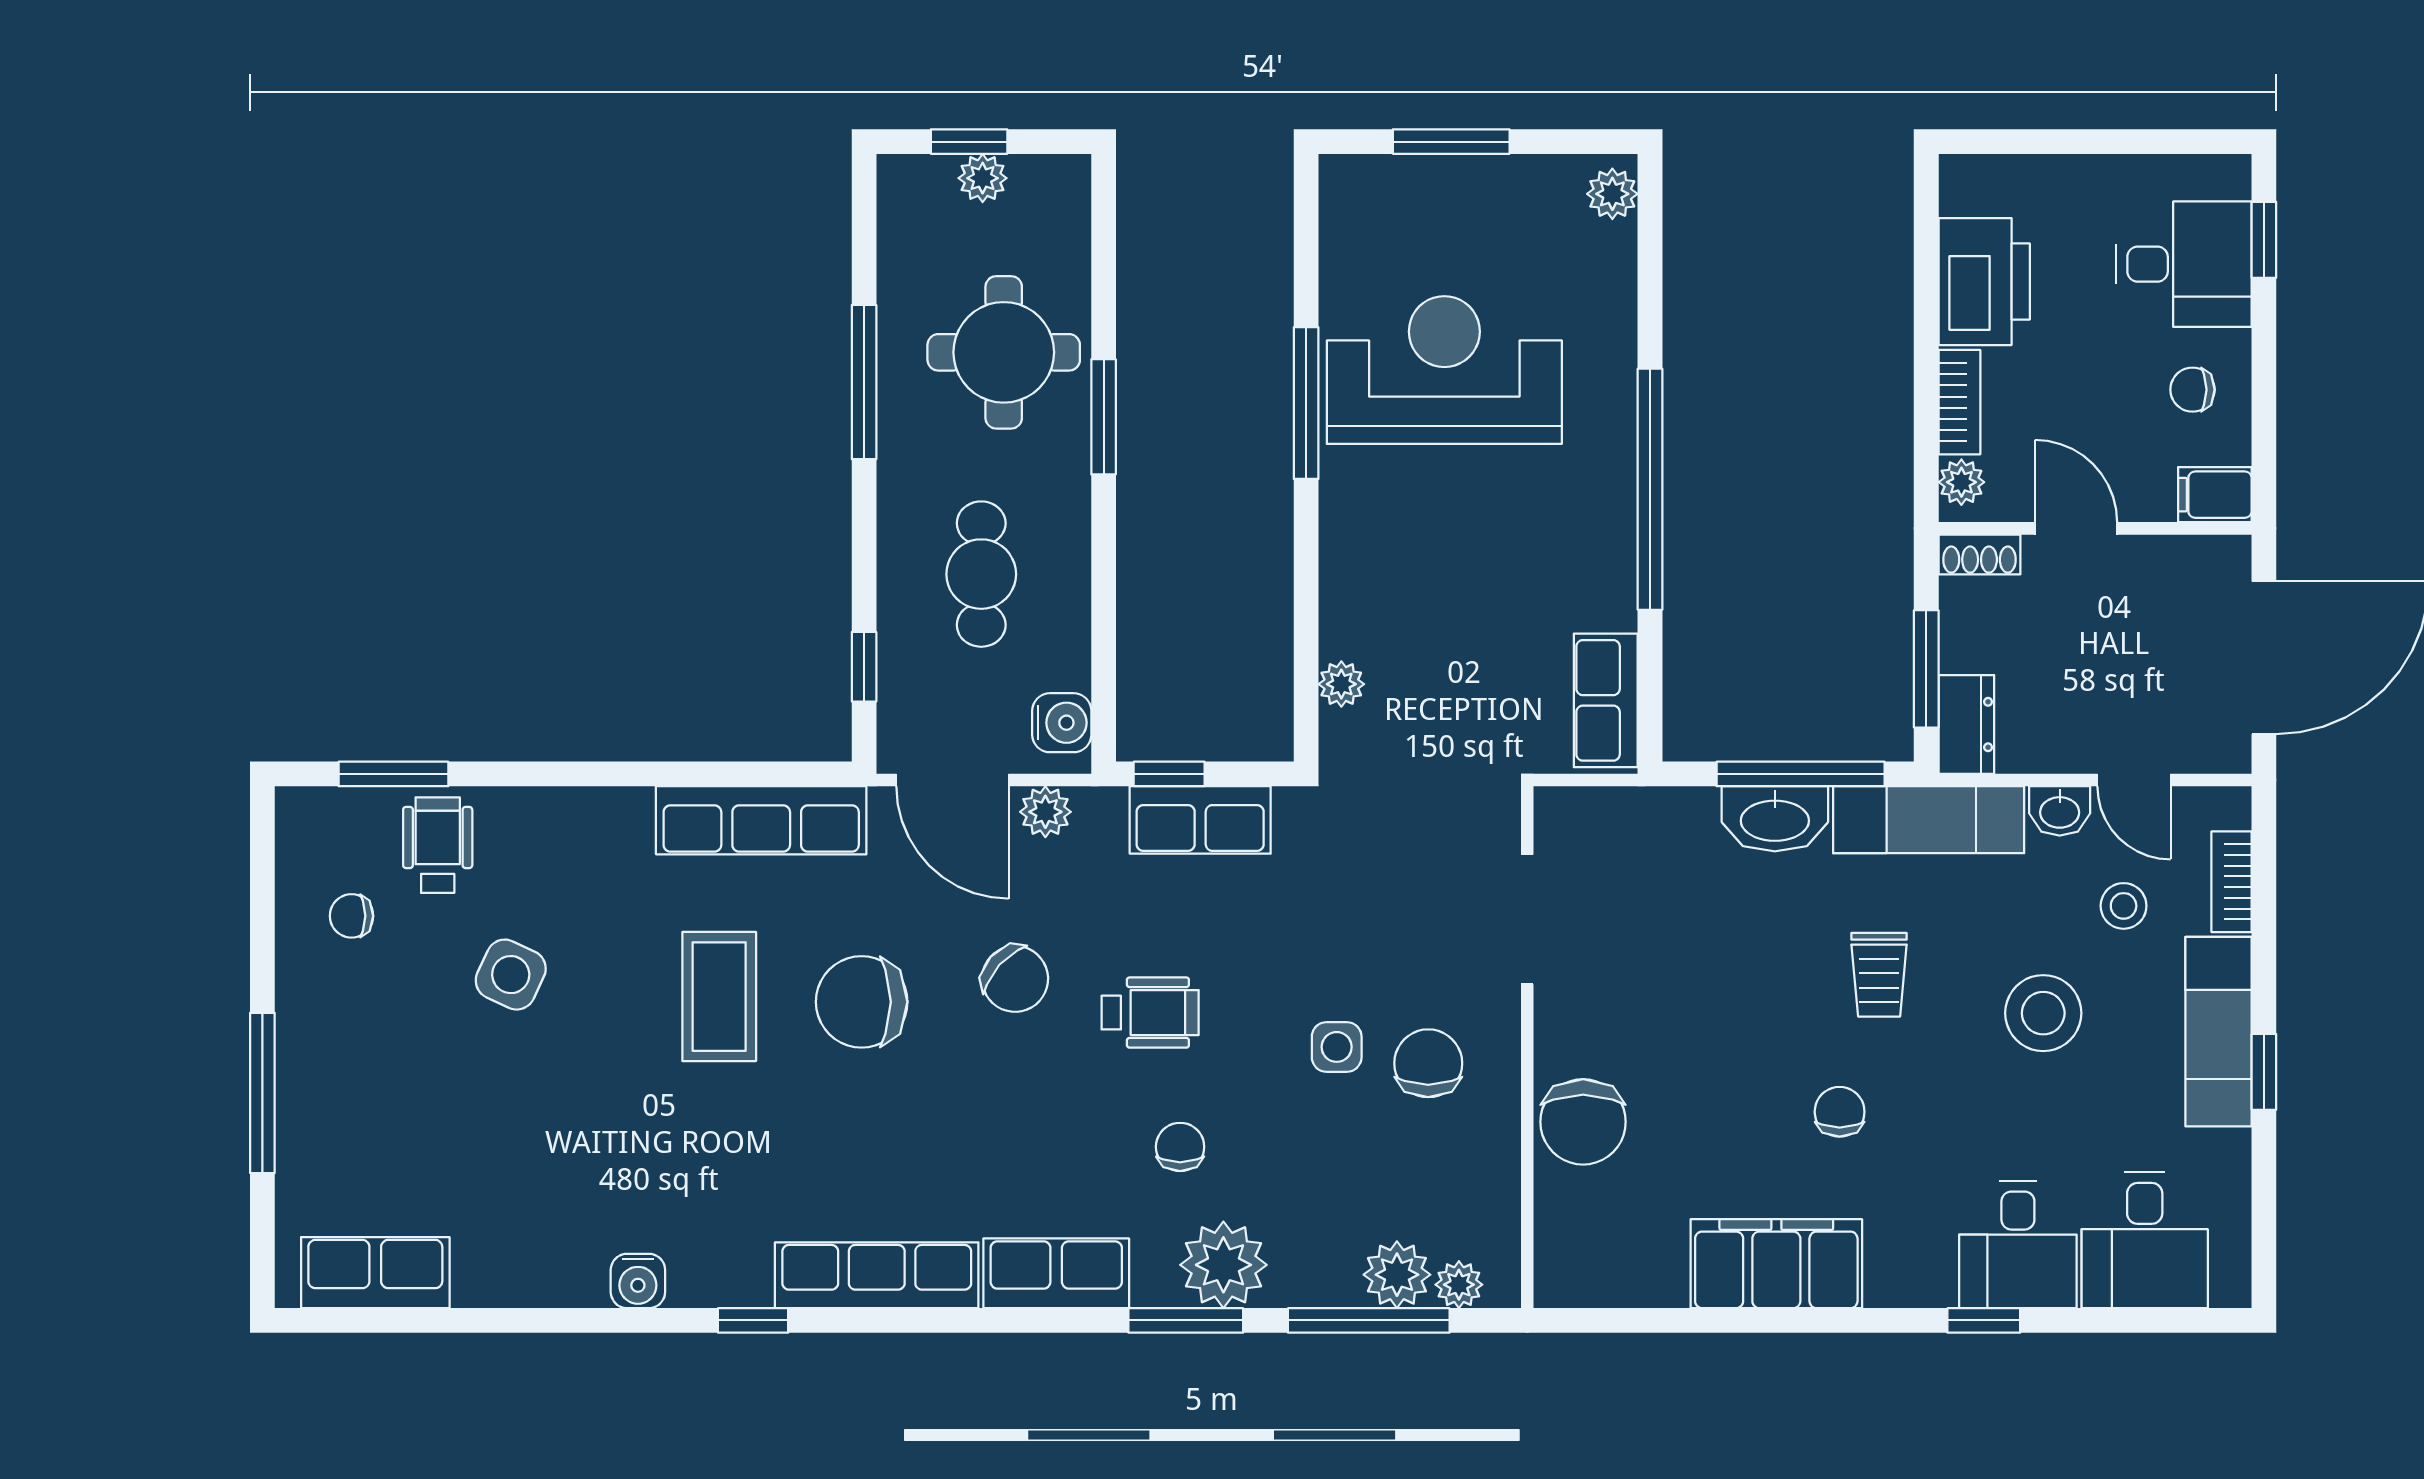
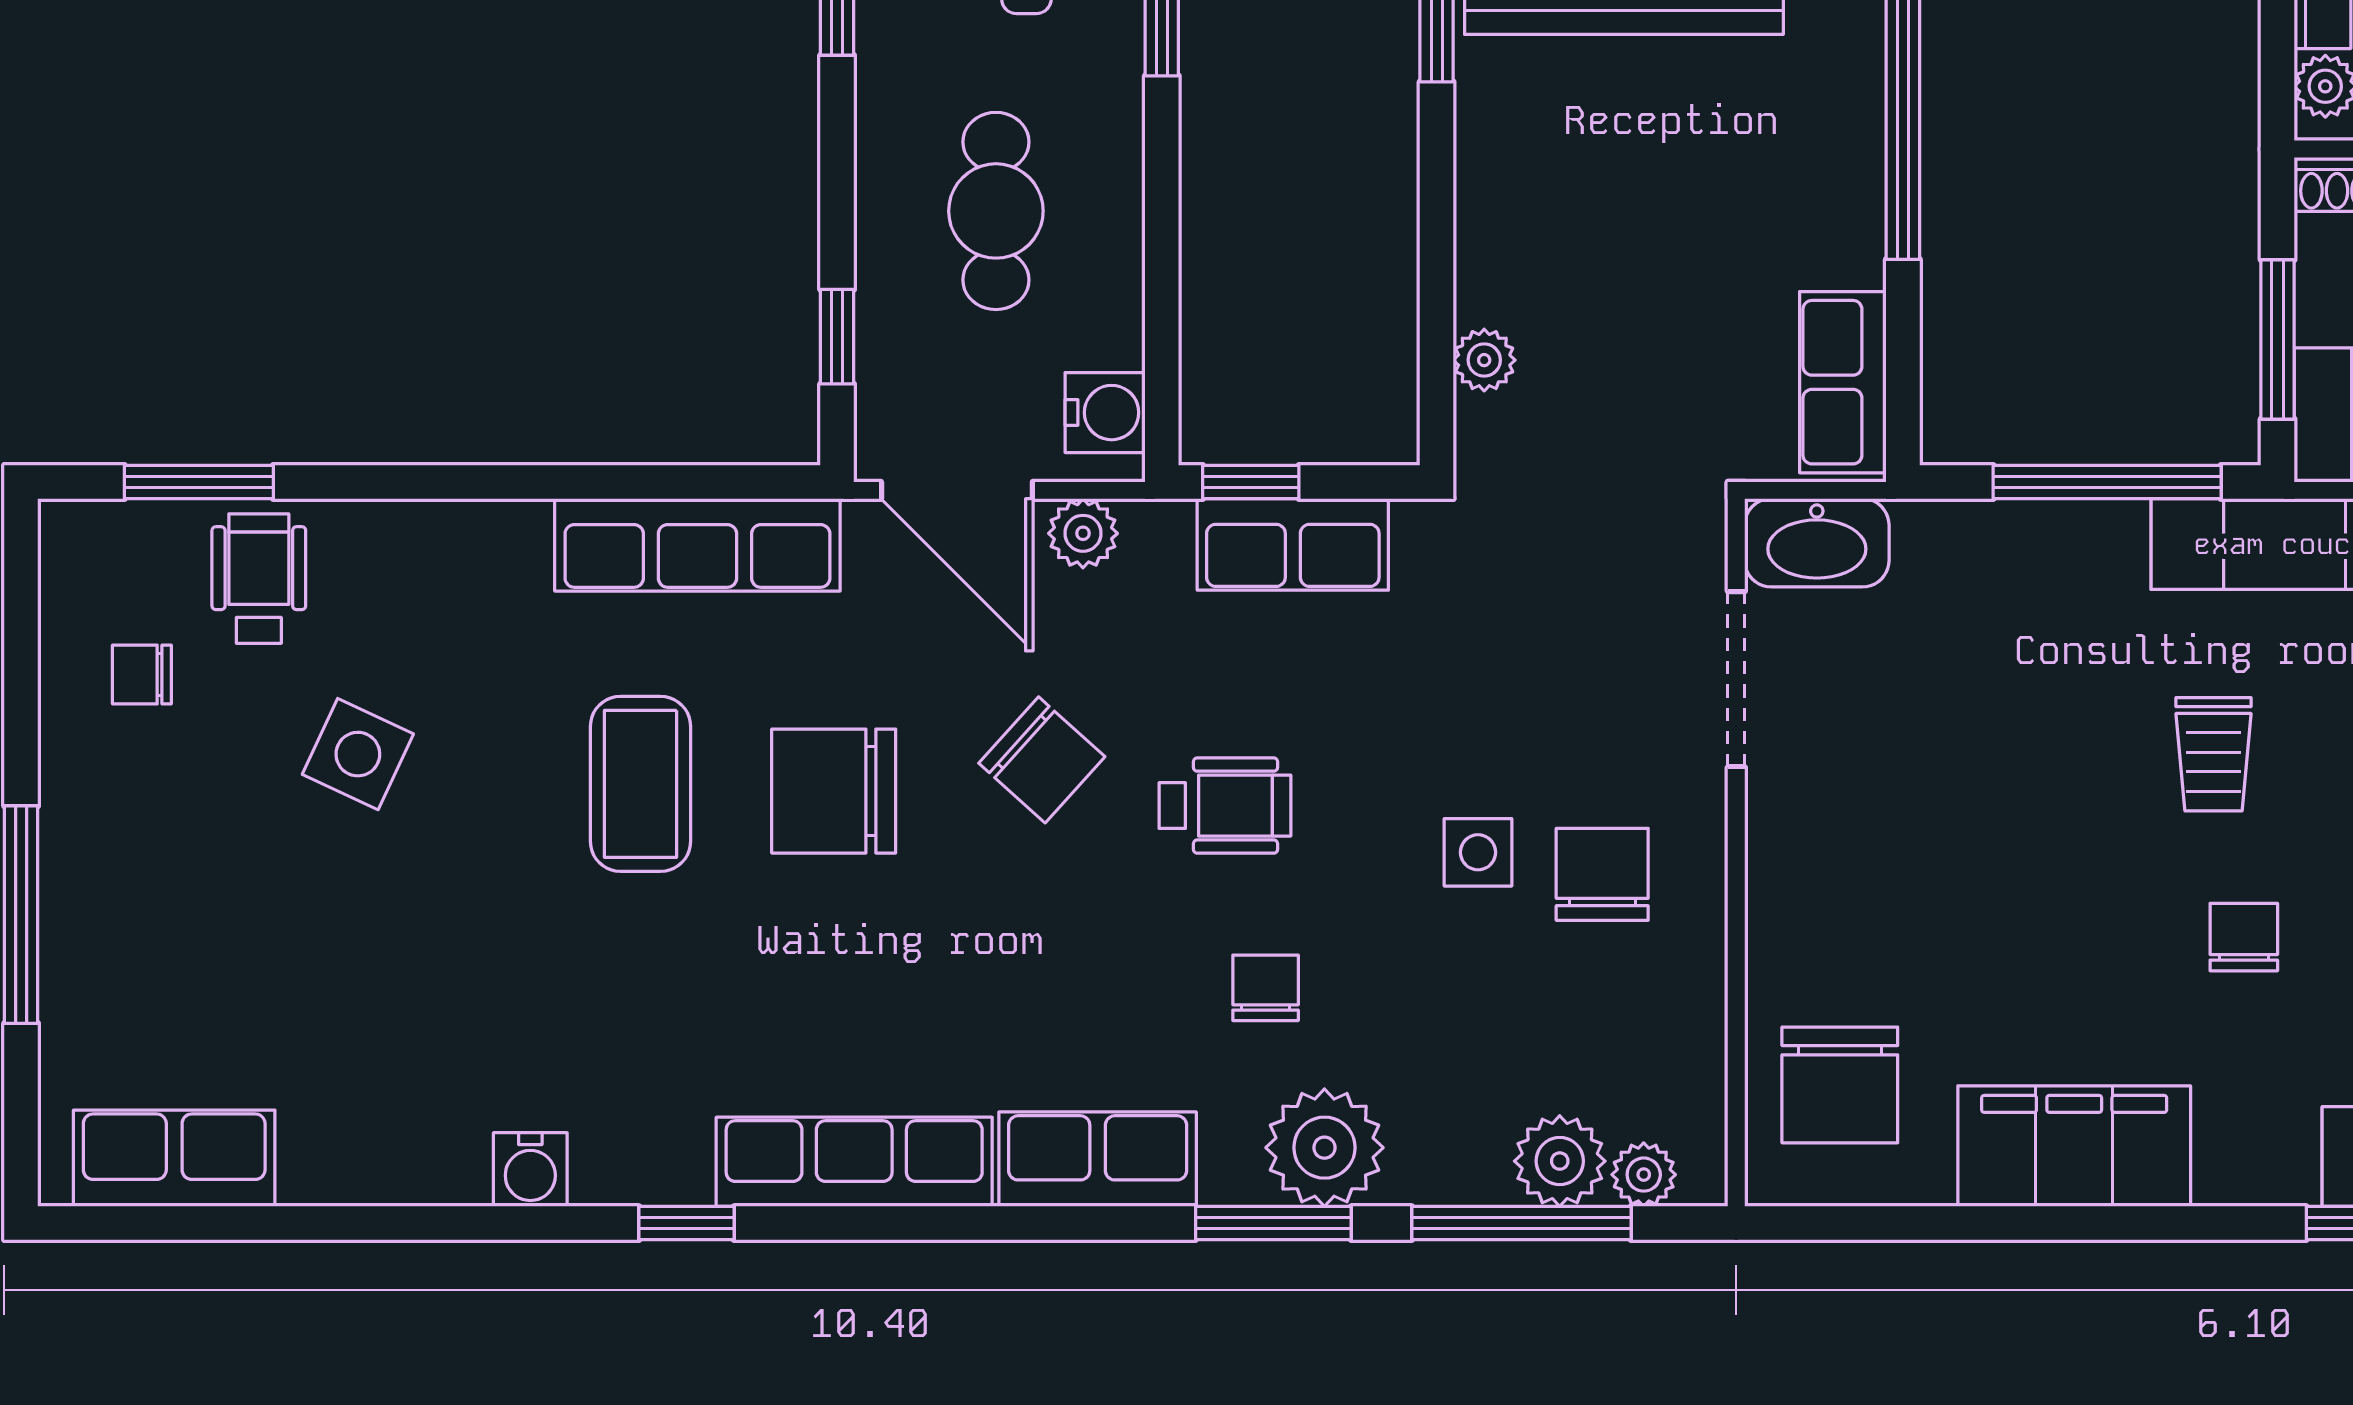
washbasin: (1775, 819) -> (1817, 543), moved
chair: (1840, 1112) -> (2244, 937), moved
chair: (1583, 1122) -> (1840, 1085), moved

